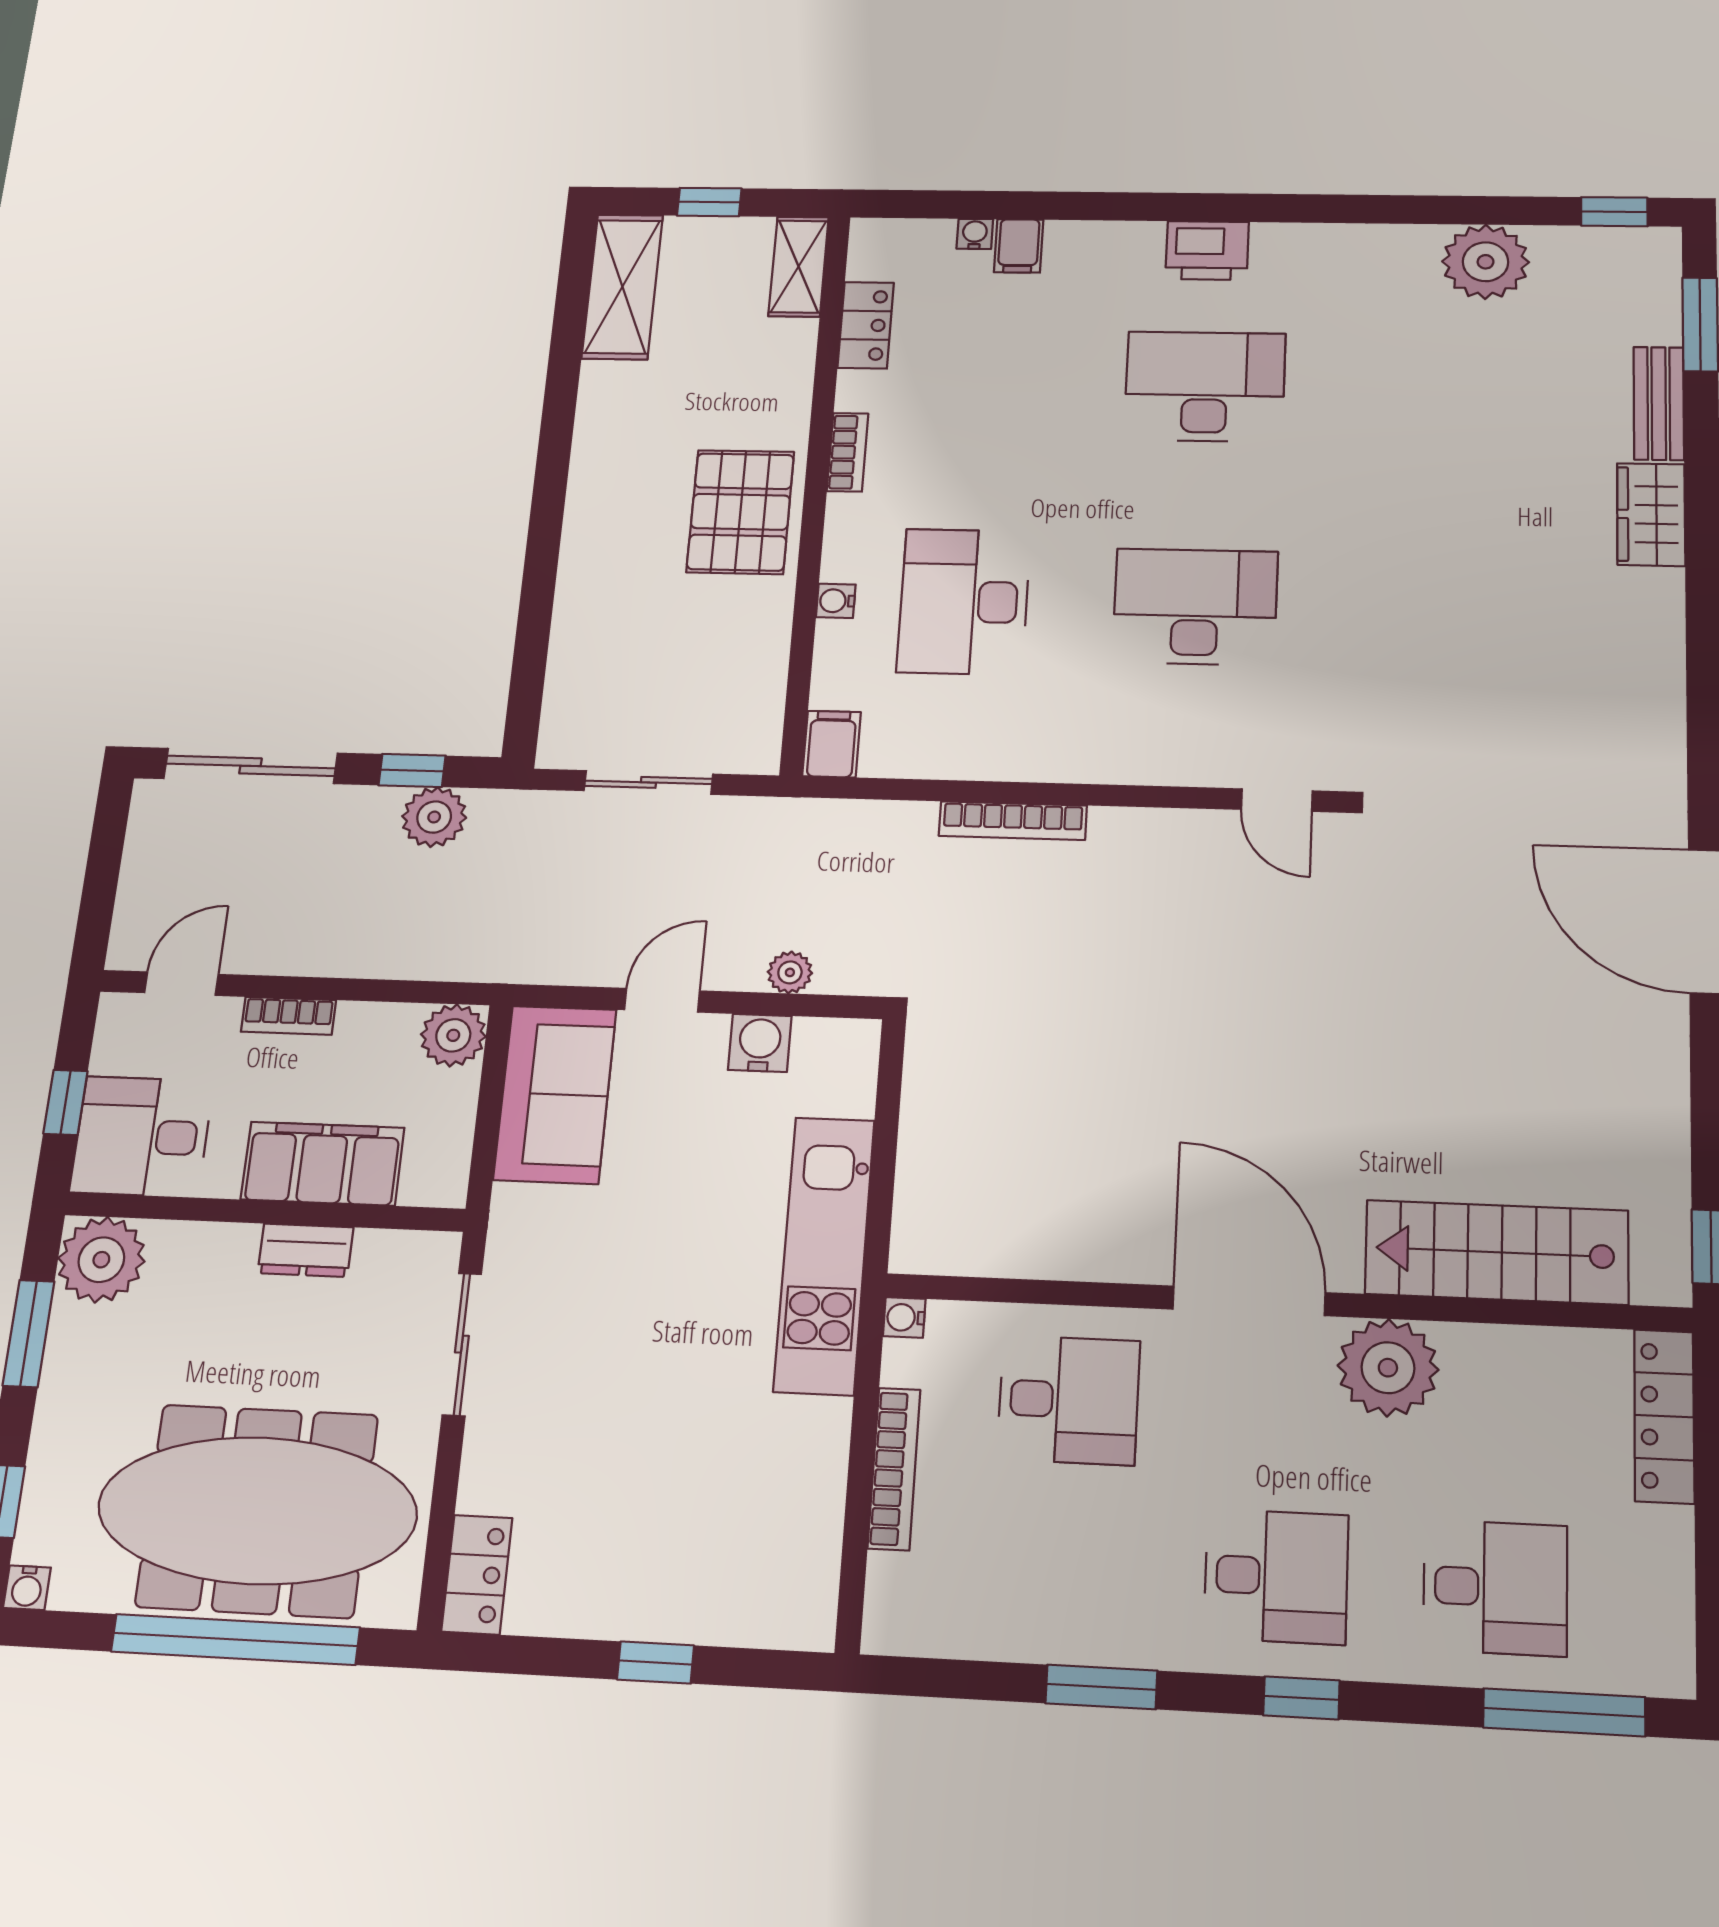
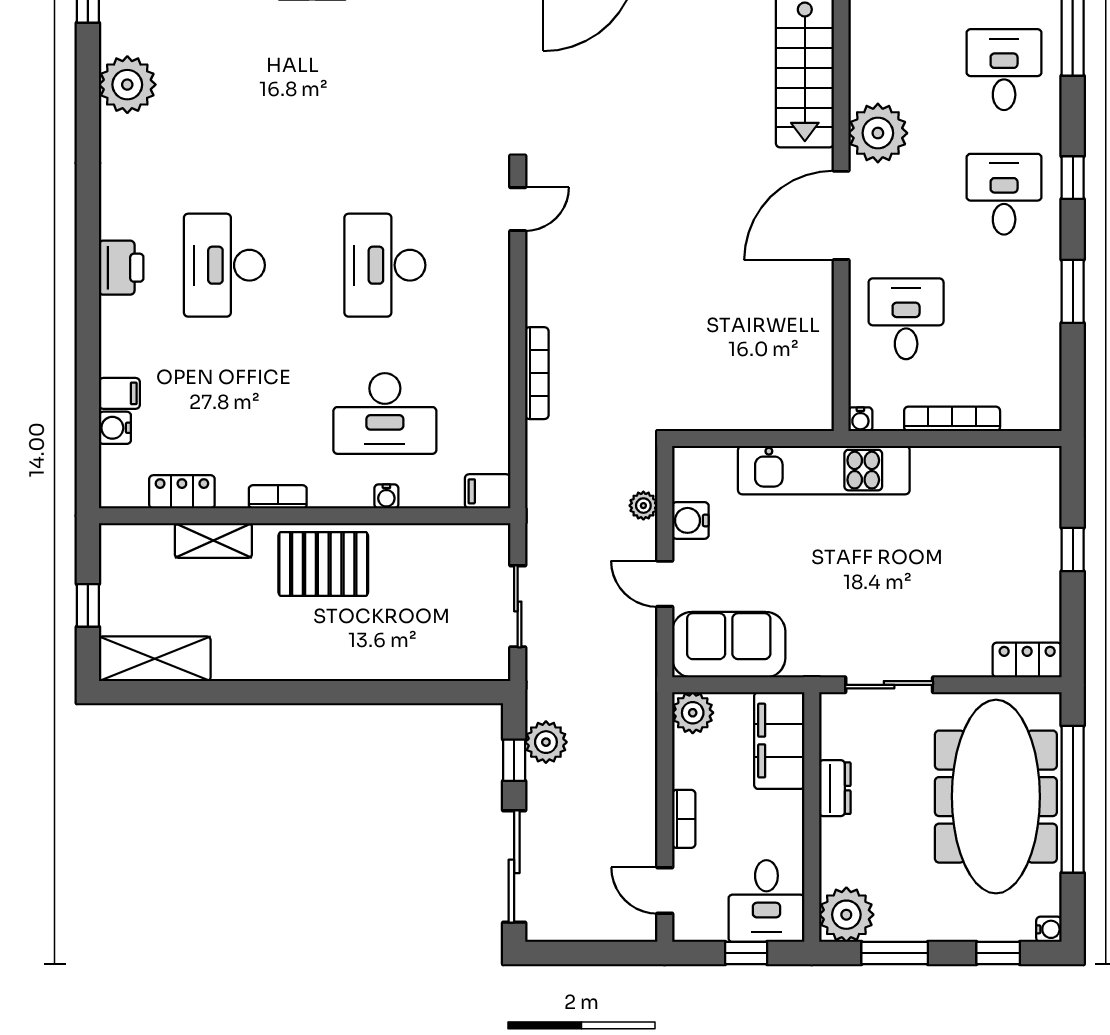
water cooler: (975, 234) -> (115, 428), width x1.38, depth x1.38
shelving: (799, 267) -> (213, 540), moved
filing cabinet: (323, 1164) -> (779, 741), moved

